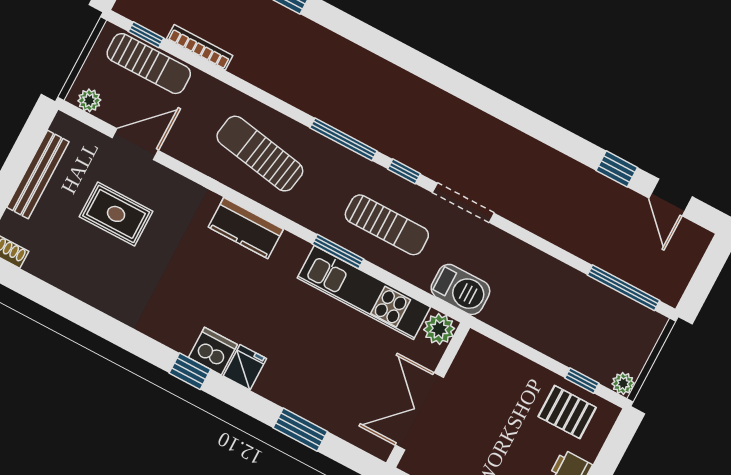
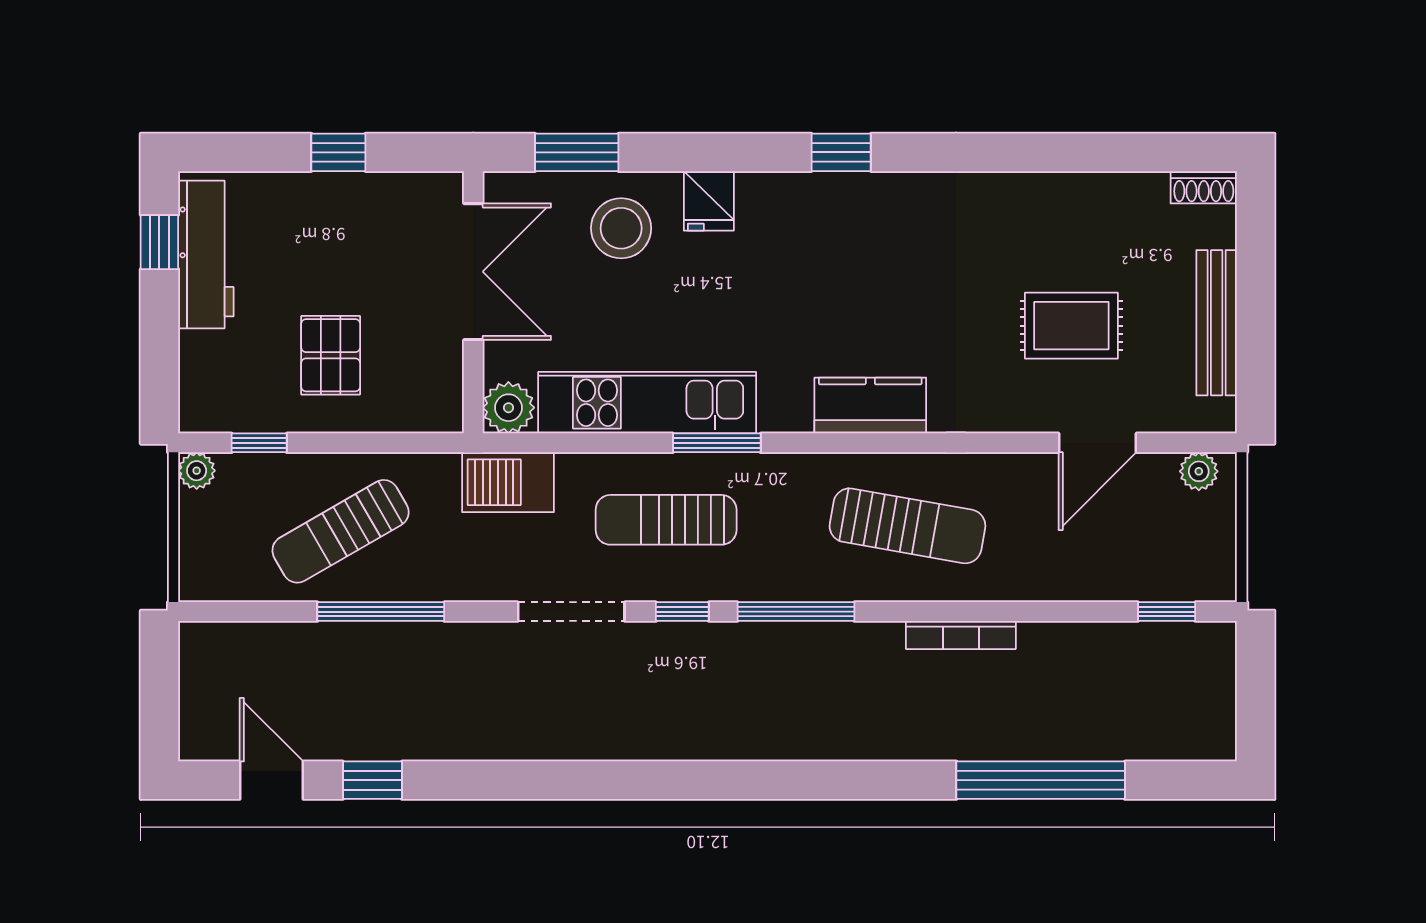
bookcase: (200, 47) -> (961, 635), moved
sun lounger: (149, 64) -> (341, 531), moved, turned -30
window: (624, 288) -> (381, 612), moved
dishwasher: (213, 351) -> (823, 200), removed
fridge: (245, 367) -> (709, 201), moved
stool: (329, 393) -> (621, 228), added
pallet: (567, 412) -> (331, 355), moved, turned 90
window: (300, 430) -> (577, 152), moved

